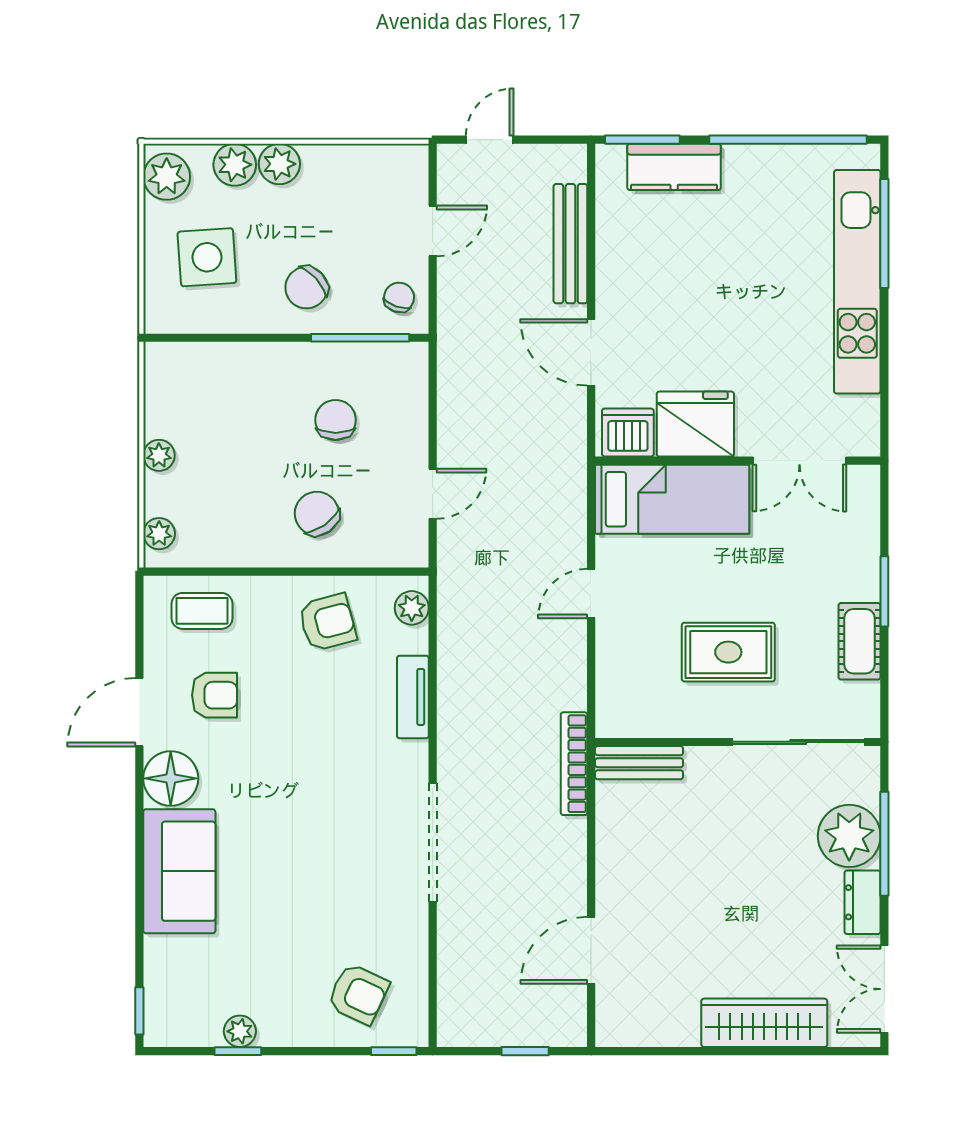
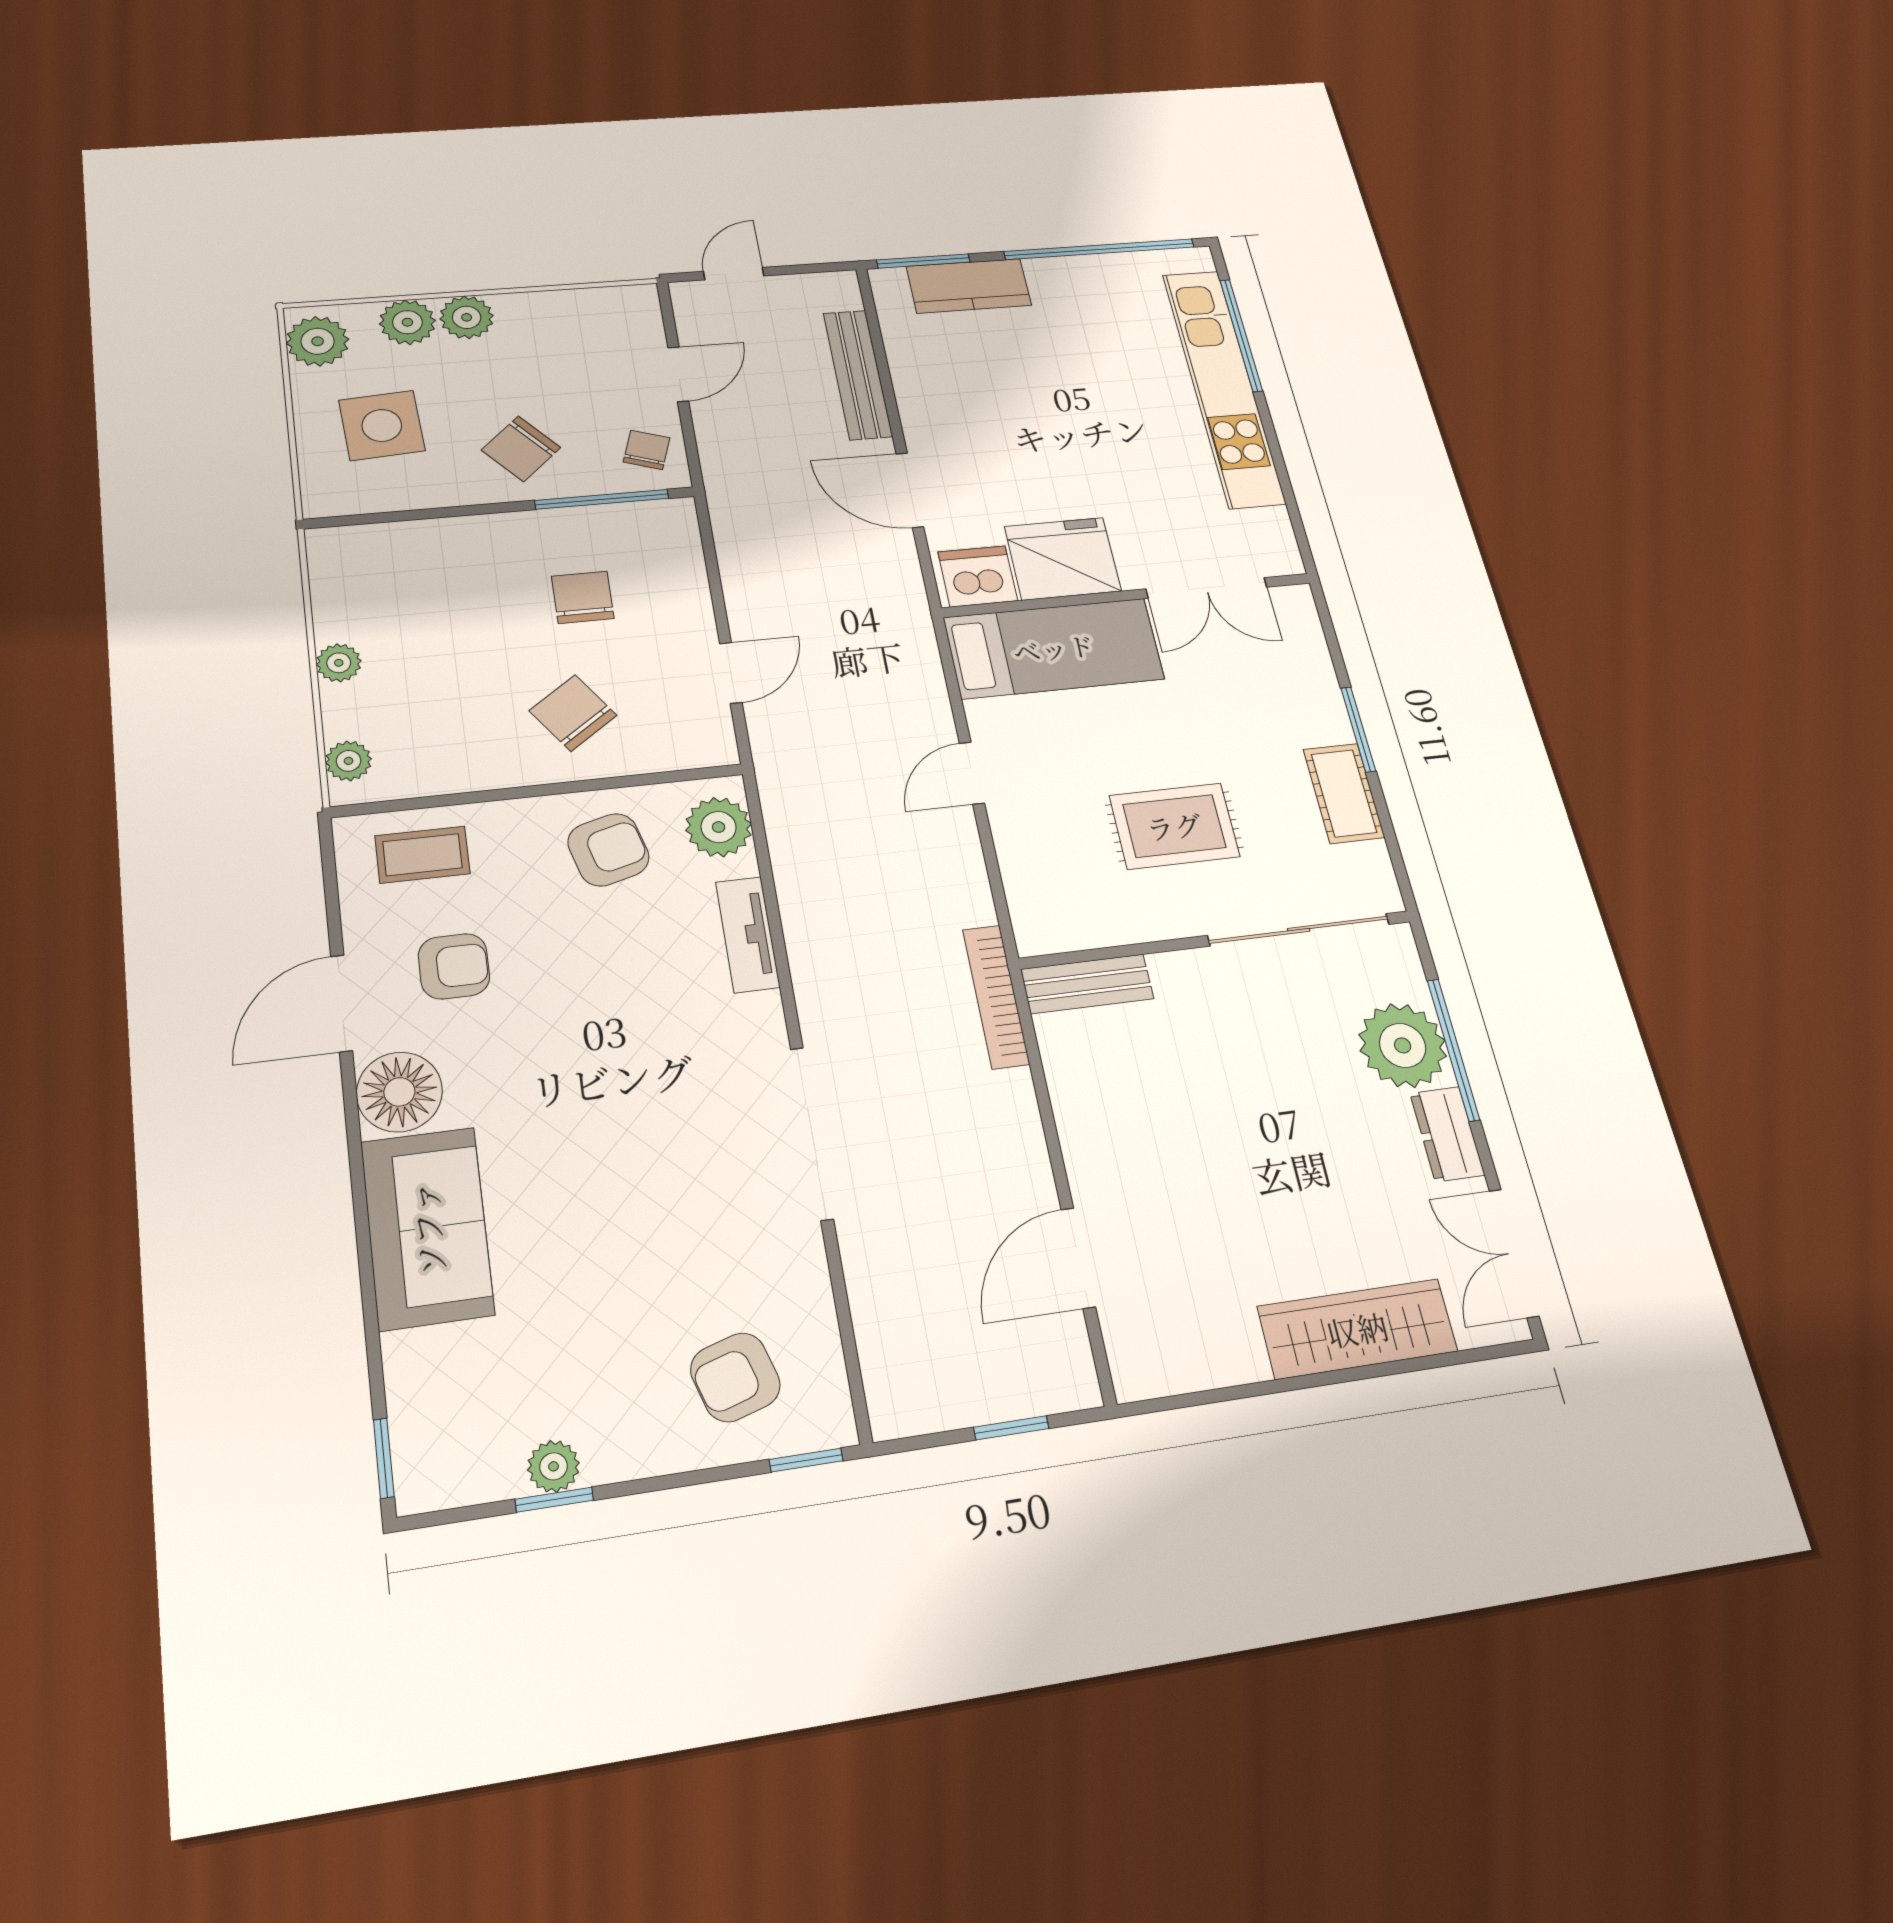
plant: (412, 608) -> (719, 827), width x1.38, depth x1.38
armchair: (358, 994) -> (735, 1377), turned 138

